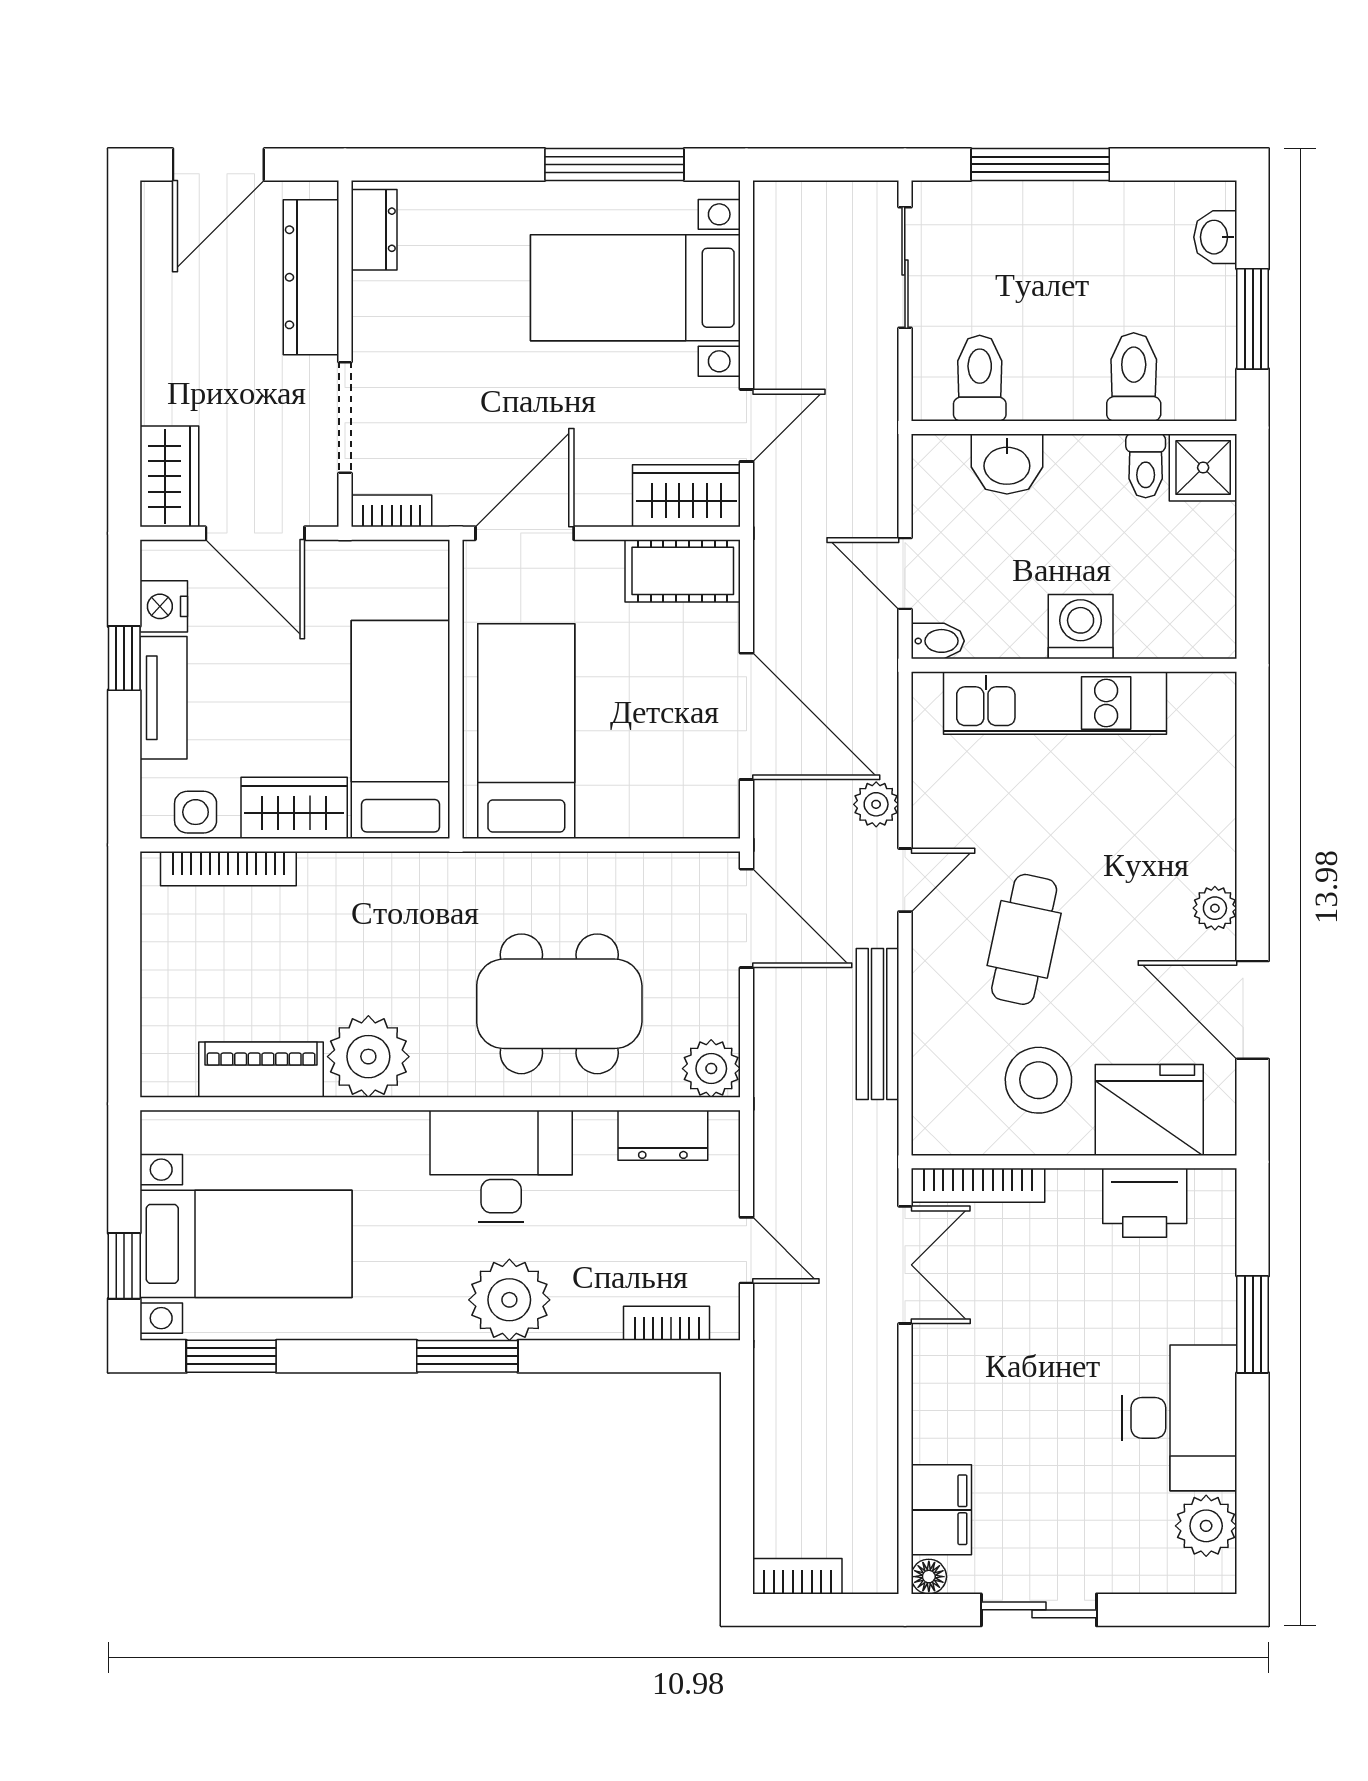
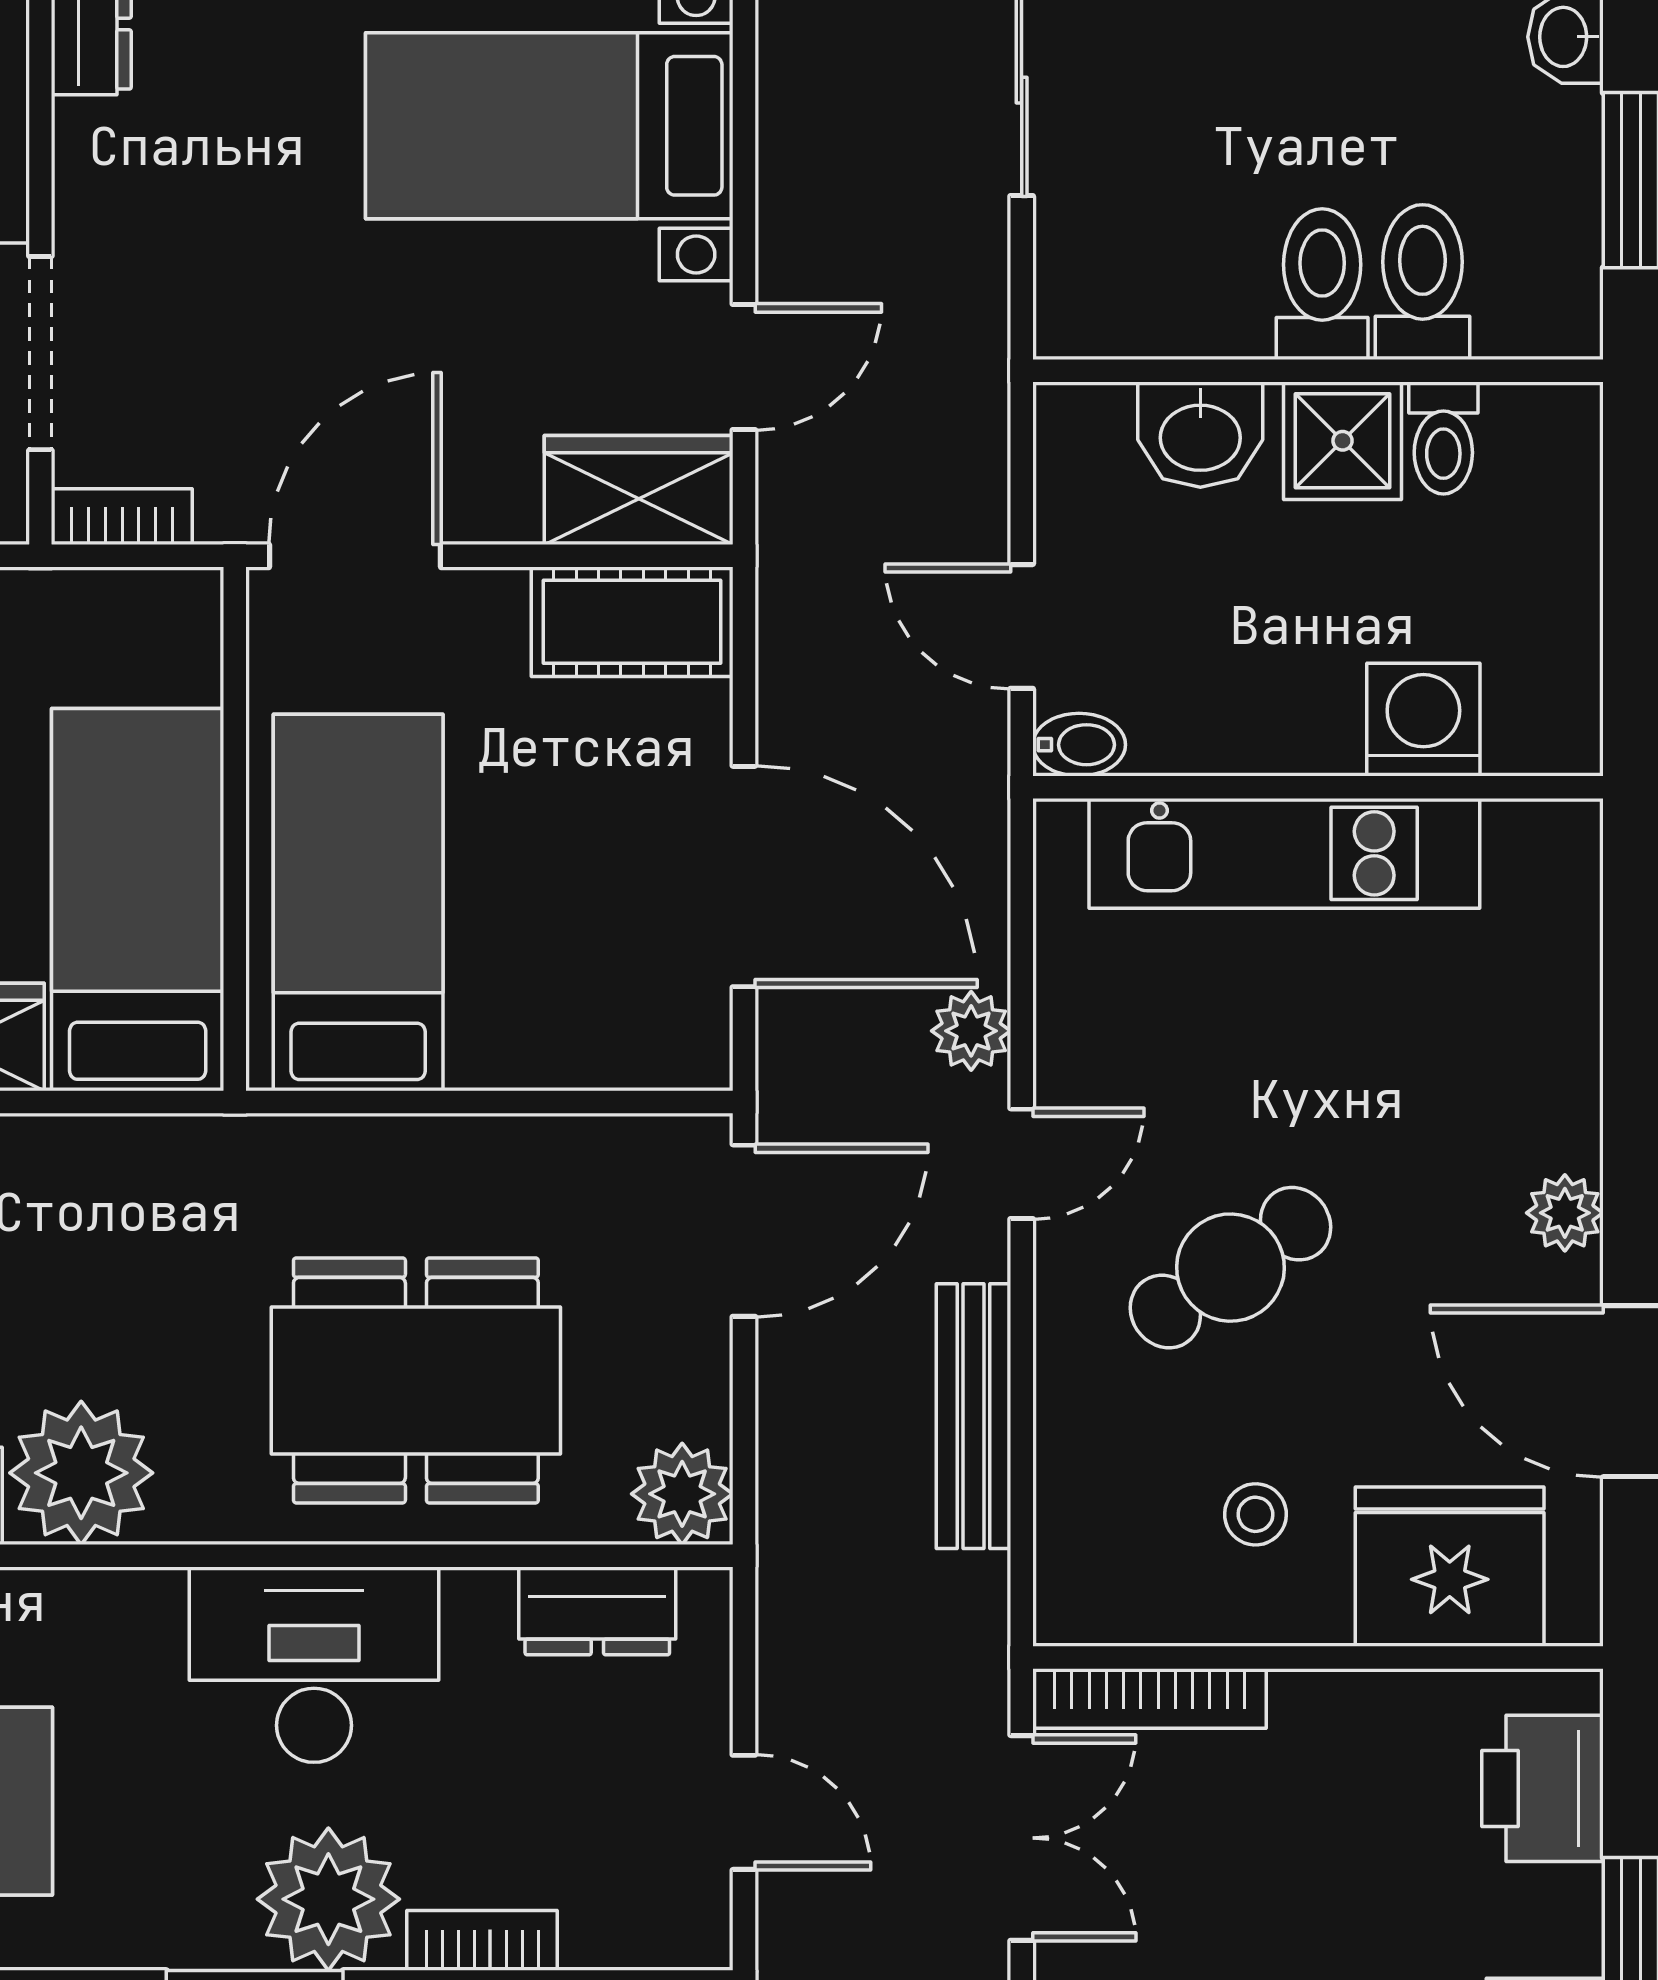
toilet: (980, 378) -> (1322, 284), moved
shower: (1203, 468) -> (1343, 441), moved
washing machine: (1081, 627) -> (1423, 720), moved
door: (746, 918) -> (744, 1231), hinge flipped
cafe table: (1024, 939) -> (1230, 1268), turned 44
stool: (1038, 1080) -> (1255, 1514), width x0.53, depth x0.53
printer: (1145, 1203) -> (1542, 1788), moved, turned 90
bookcase: (667, 1323) -> (482, 1940), moved

